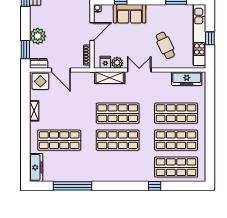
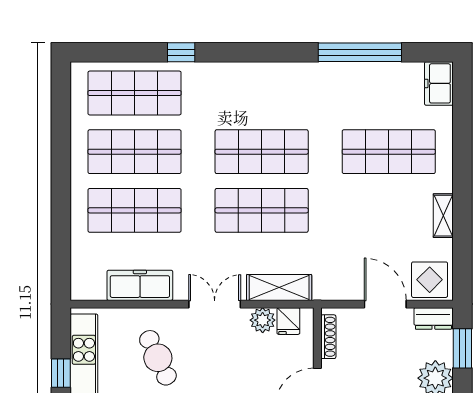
double door: (139, 70) -> (215, 304), swing flipped
freezer: (187, 79) -> (140, 285), moved
freezer: (36, 167) -> (439, 83), width x0.71

